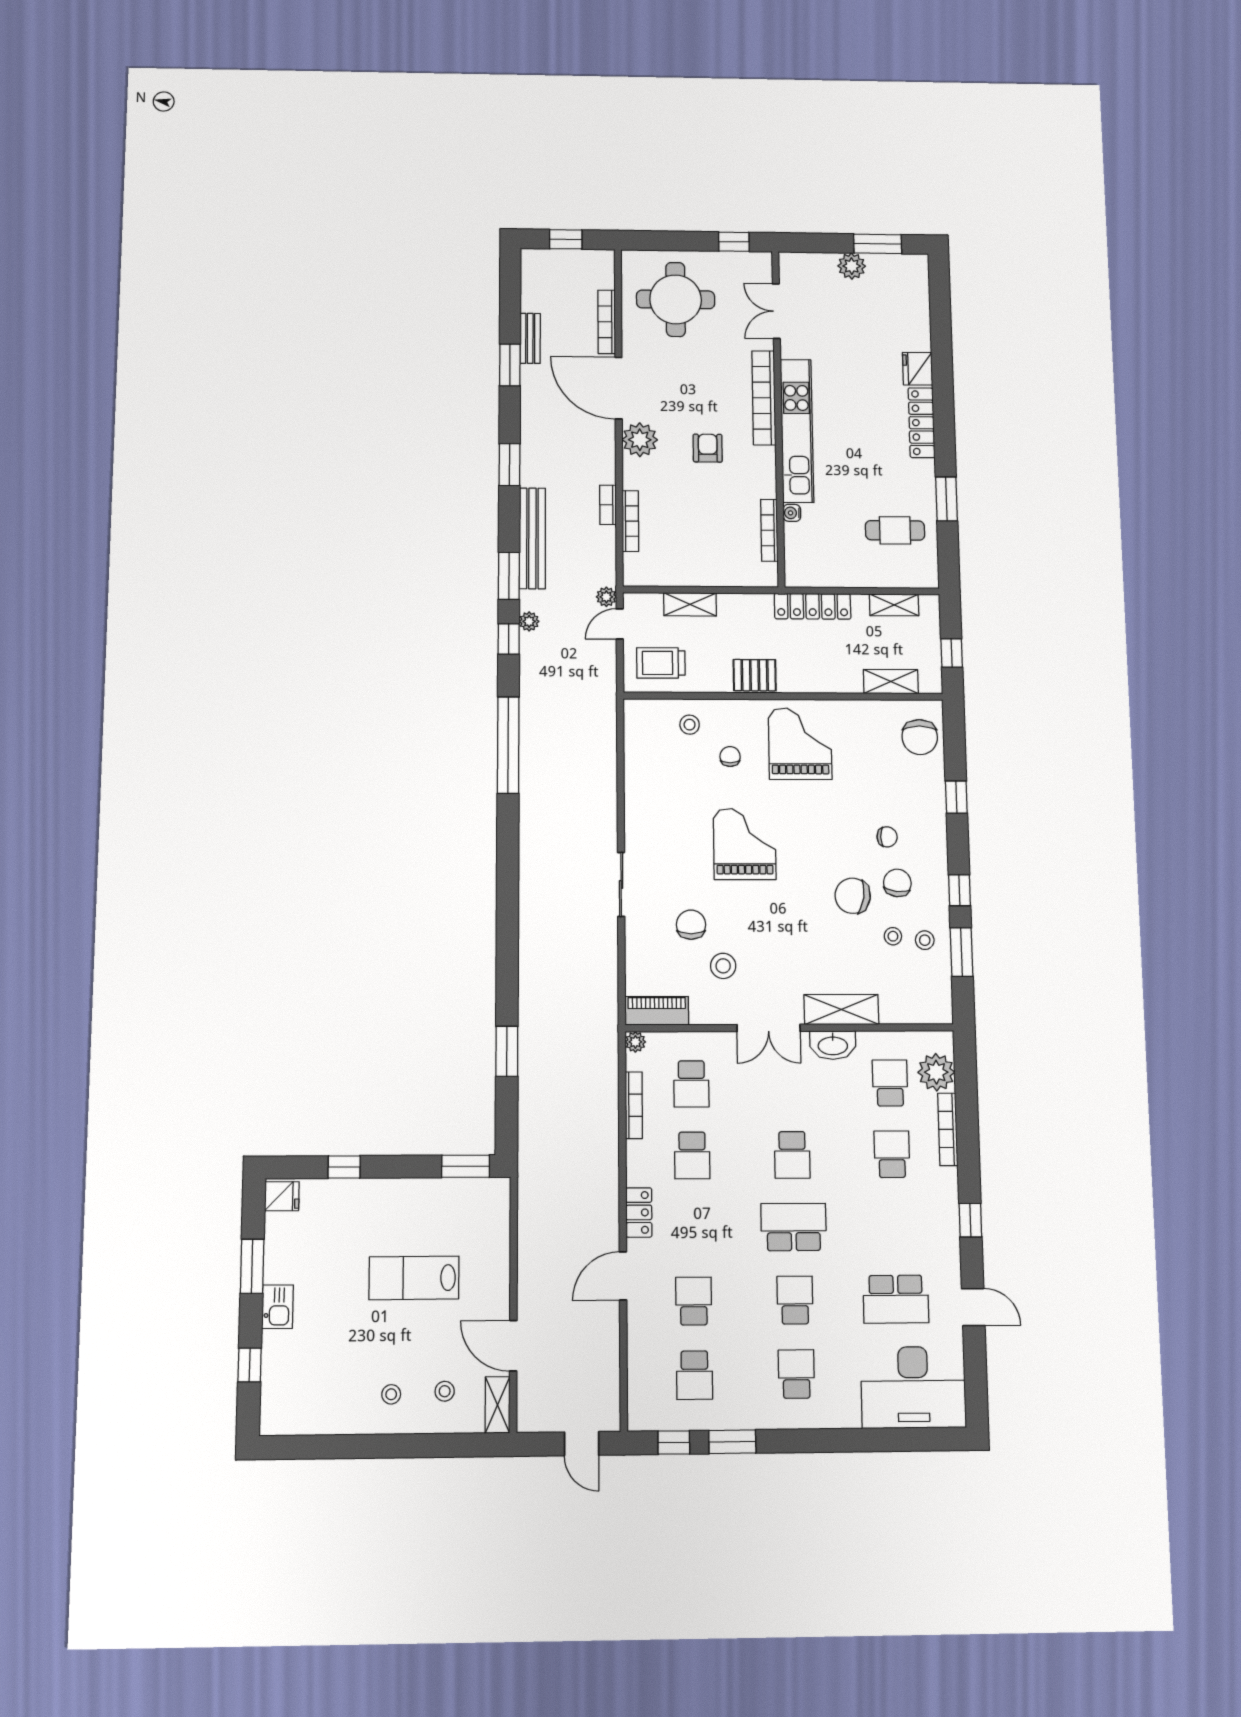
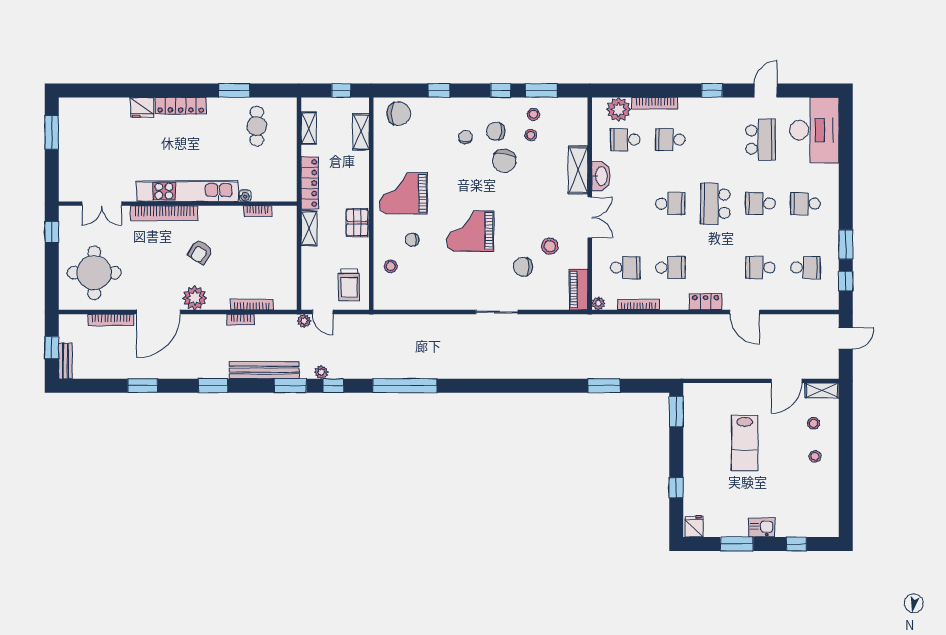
plant: (852, 266) -> (68, 151), removed
bench: (530, 338) -> (65, 361), moved, turned 90
armchair: (708, 448) -> (200, 252), turned -59
bookcase: (769, 530) -> (257, 211), width x0.64
shelving: (690, 604) -> (309, 228), moved

